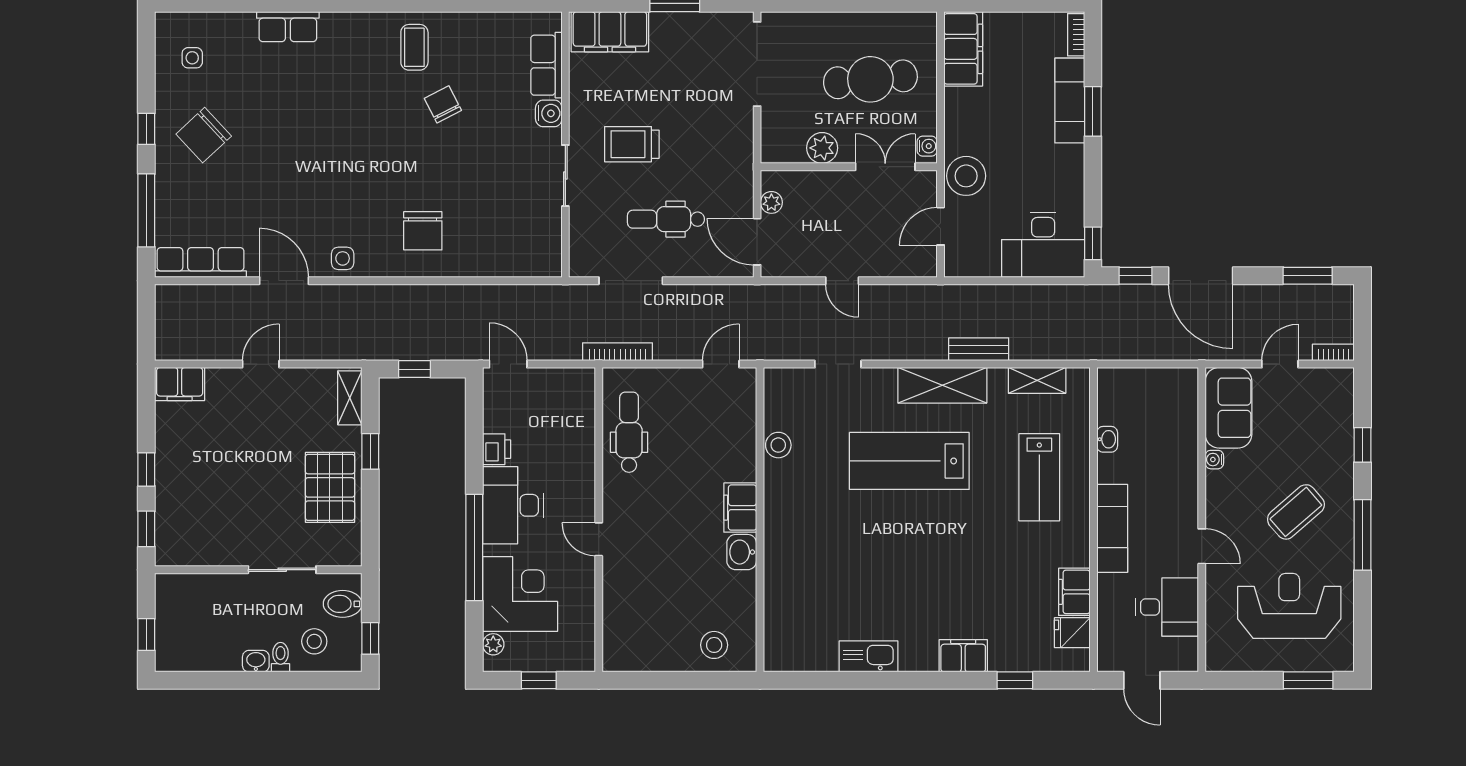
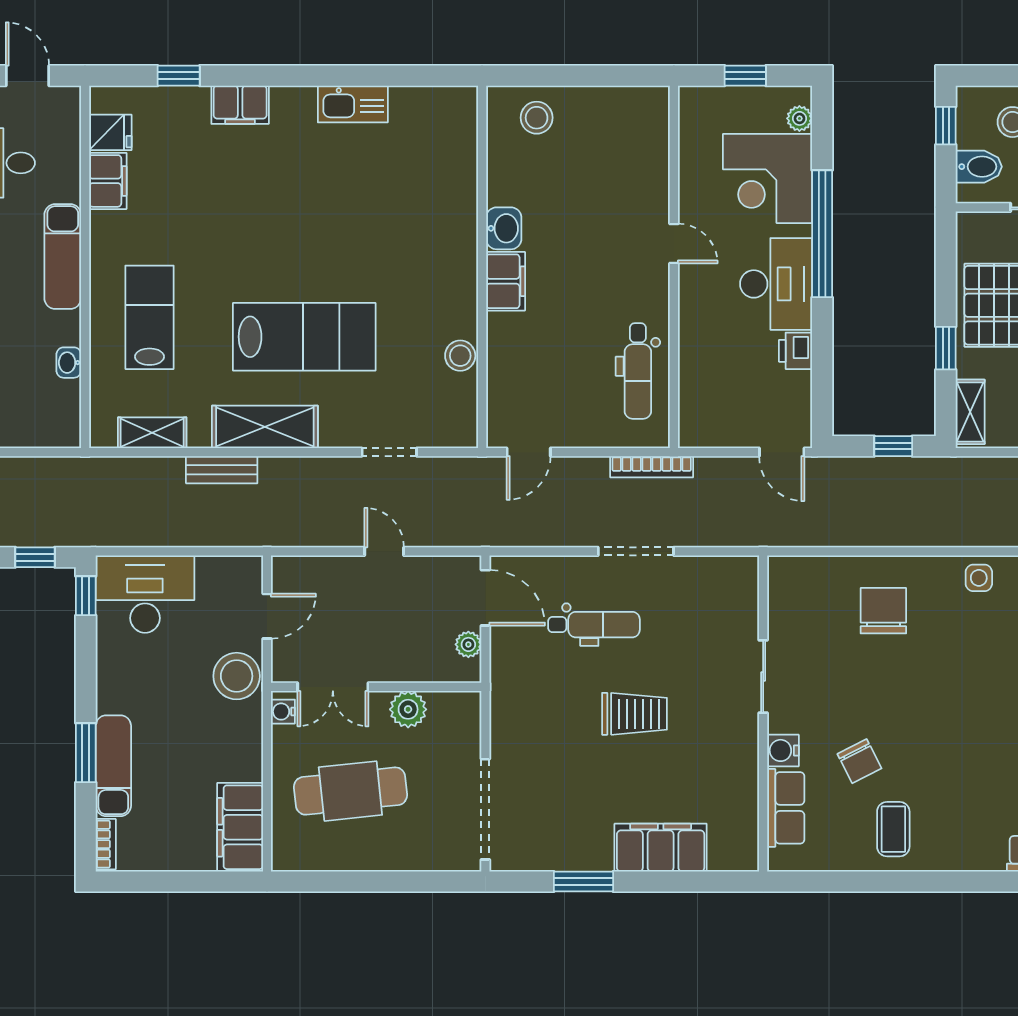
row of seats: (546, 65) -> (786, 808), moved
water cooler: (549, 113) -> (783, 750), moved
wall: (565, 145) -> (763, 713), moved
sliding door: (565, 176) -> (763, 676), moved

